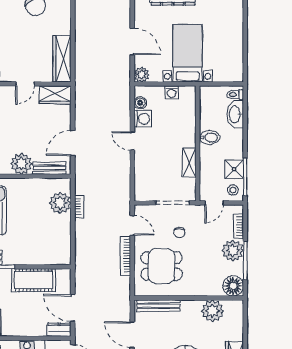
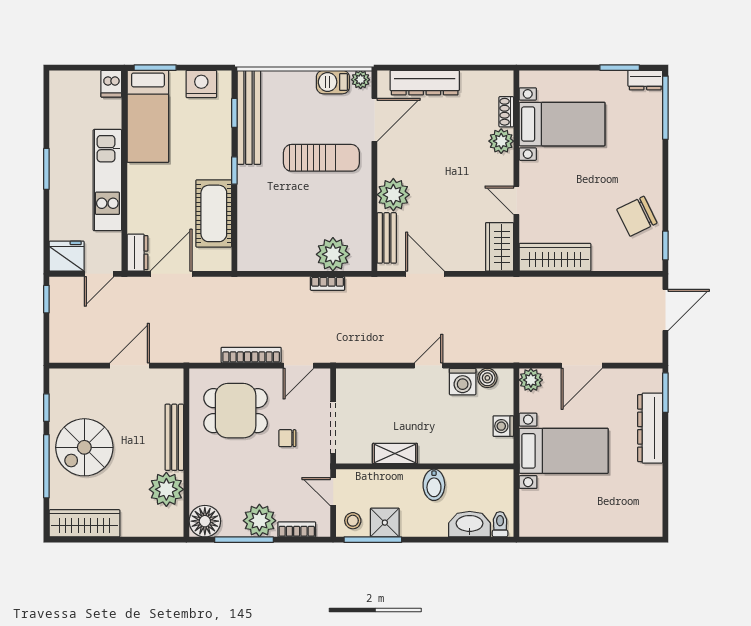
dining table: (161, 266) -> (236, 411), turned 90
bench: (159, 306) -> (174, 437), moved

